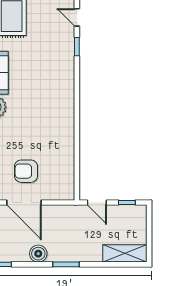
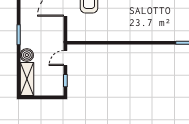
boiler: (38, 254) -> (27, 55), moved

